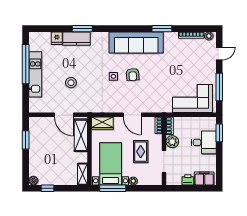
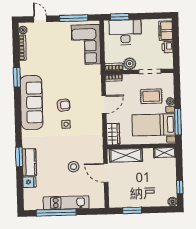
door: (64, 115) -> (106, 173), swing flipped
desk: (204, 142) -> (125, 32), width x1.37
rug: (141, 152) -> (151, 96), moved

